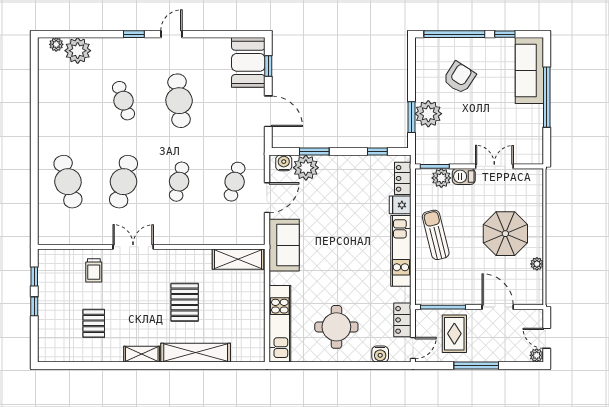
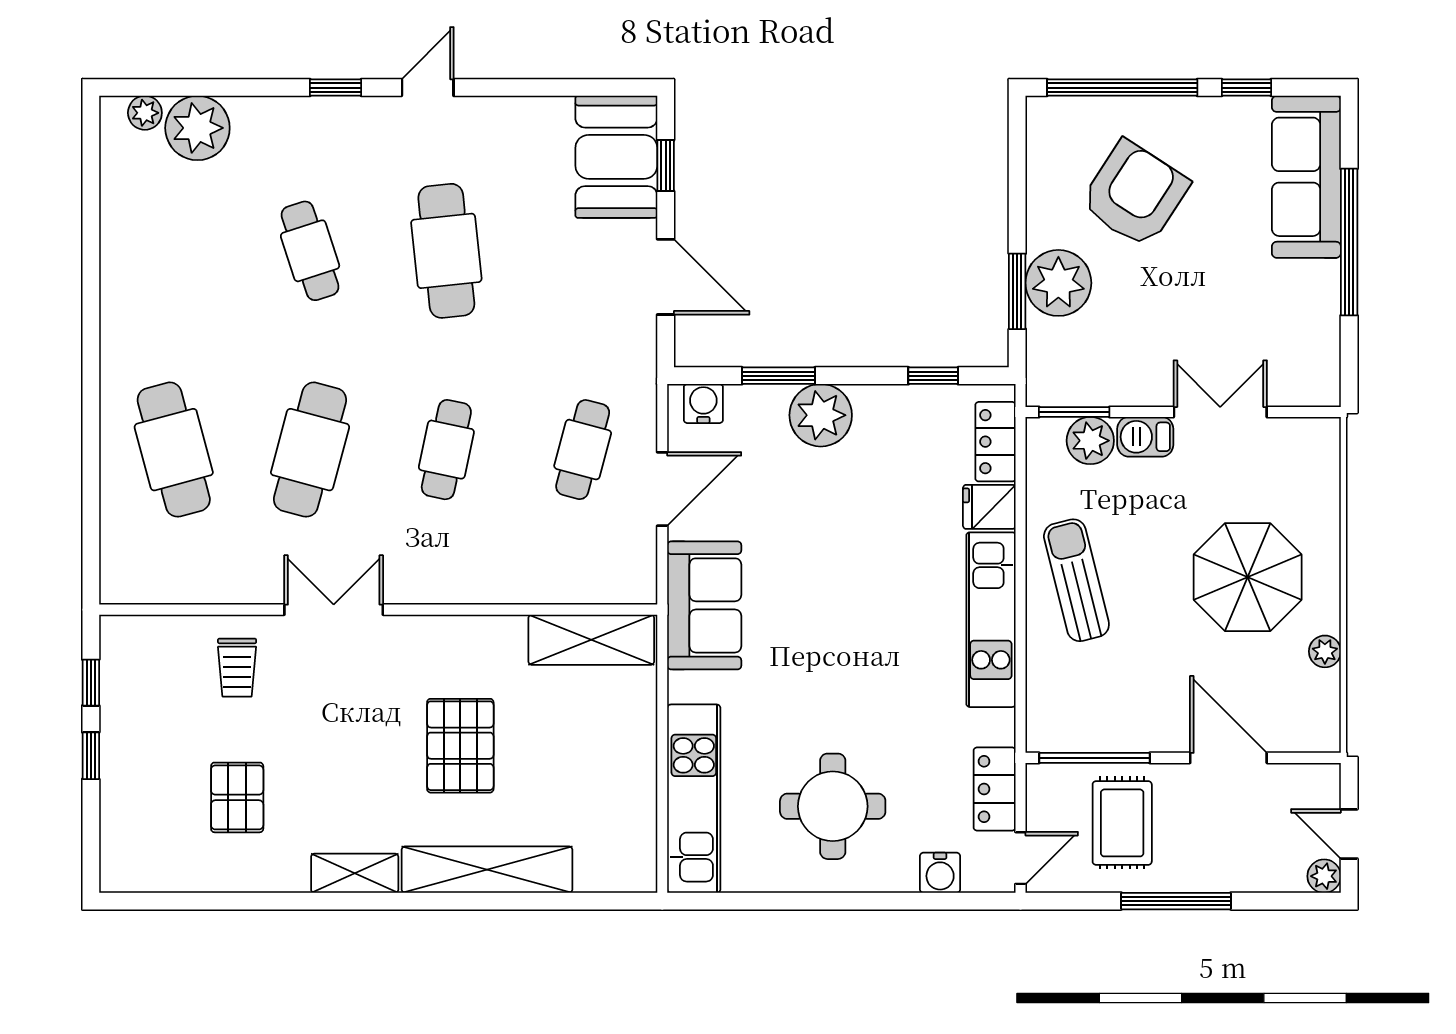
armchair: (459, 78) -> (1135, 194), width x1.36, depth x1.36
plant: (306, 168) -> (821, 415), moved

